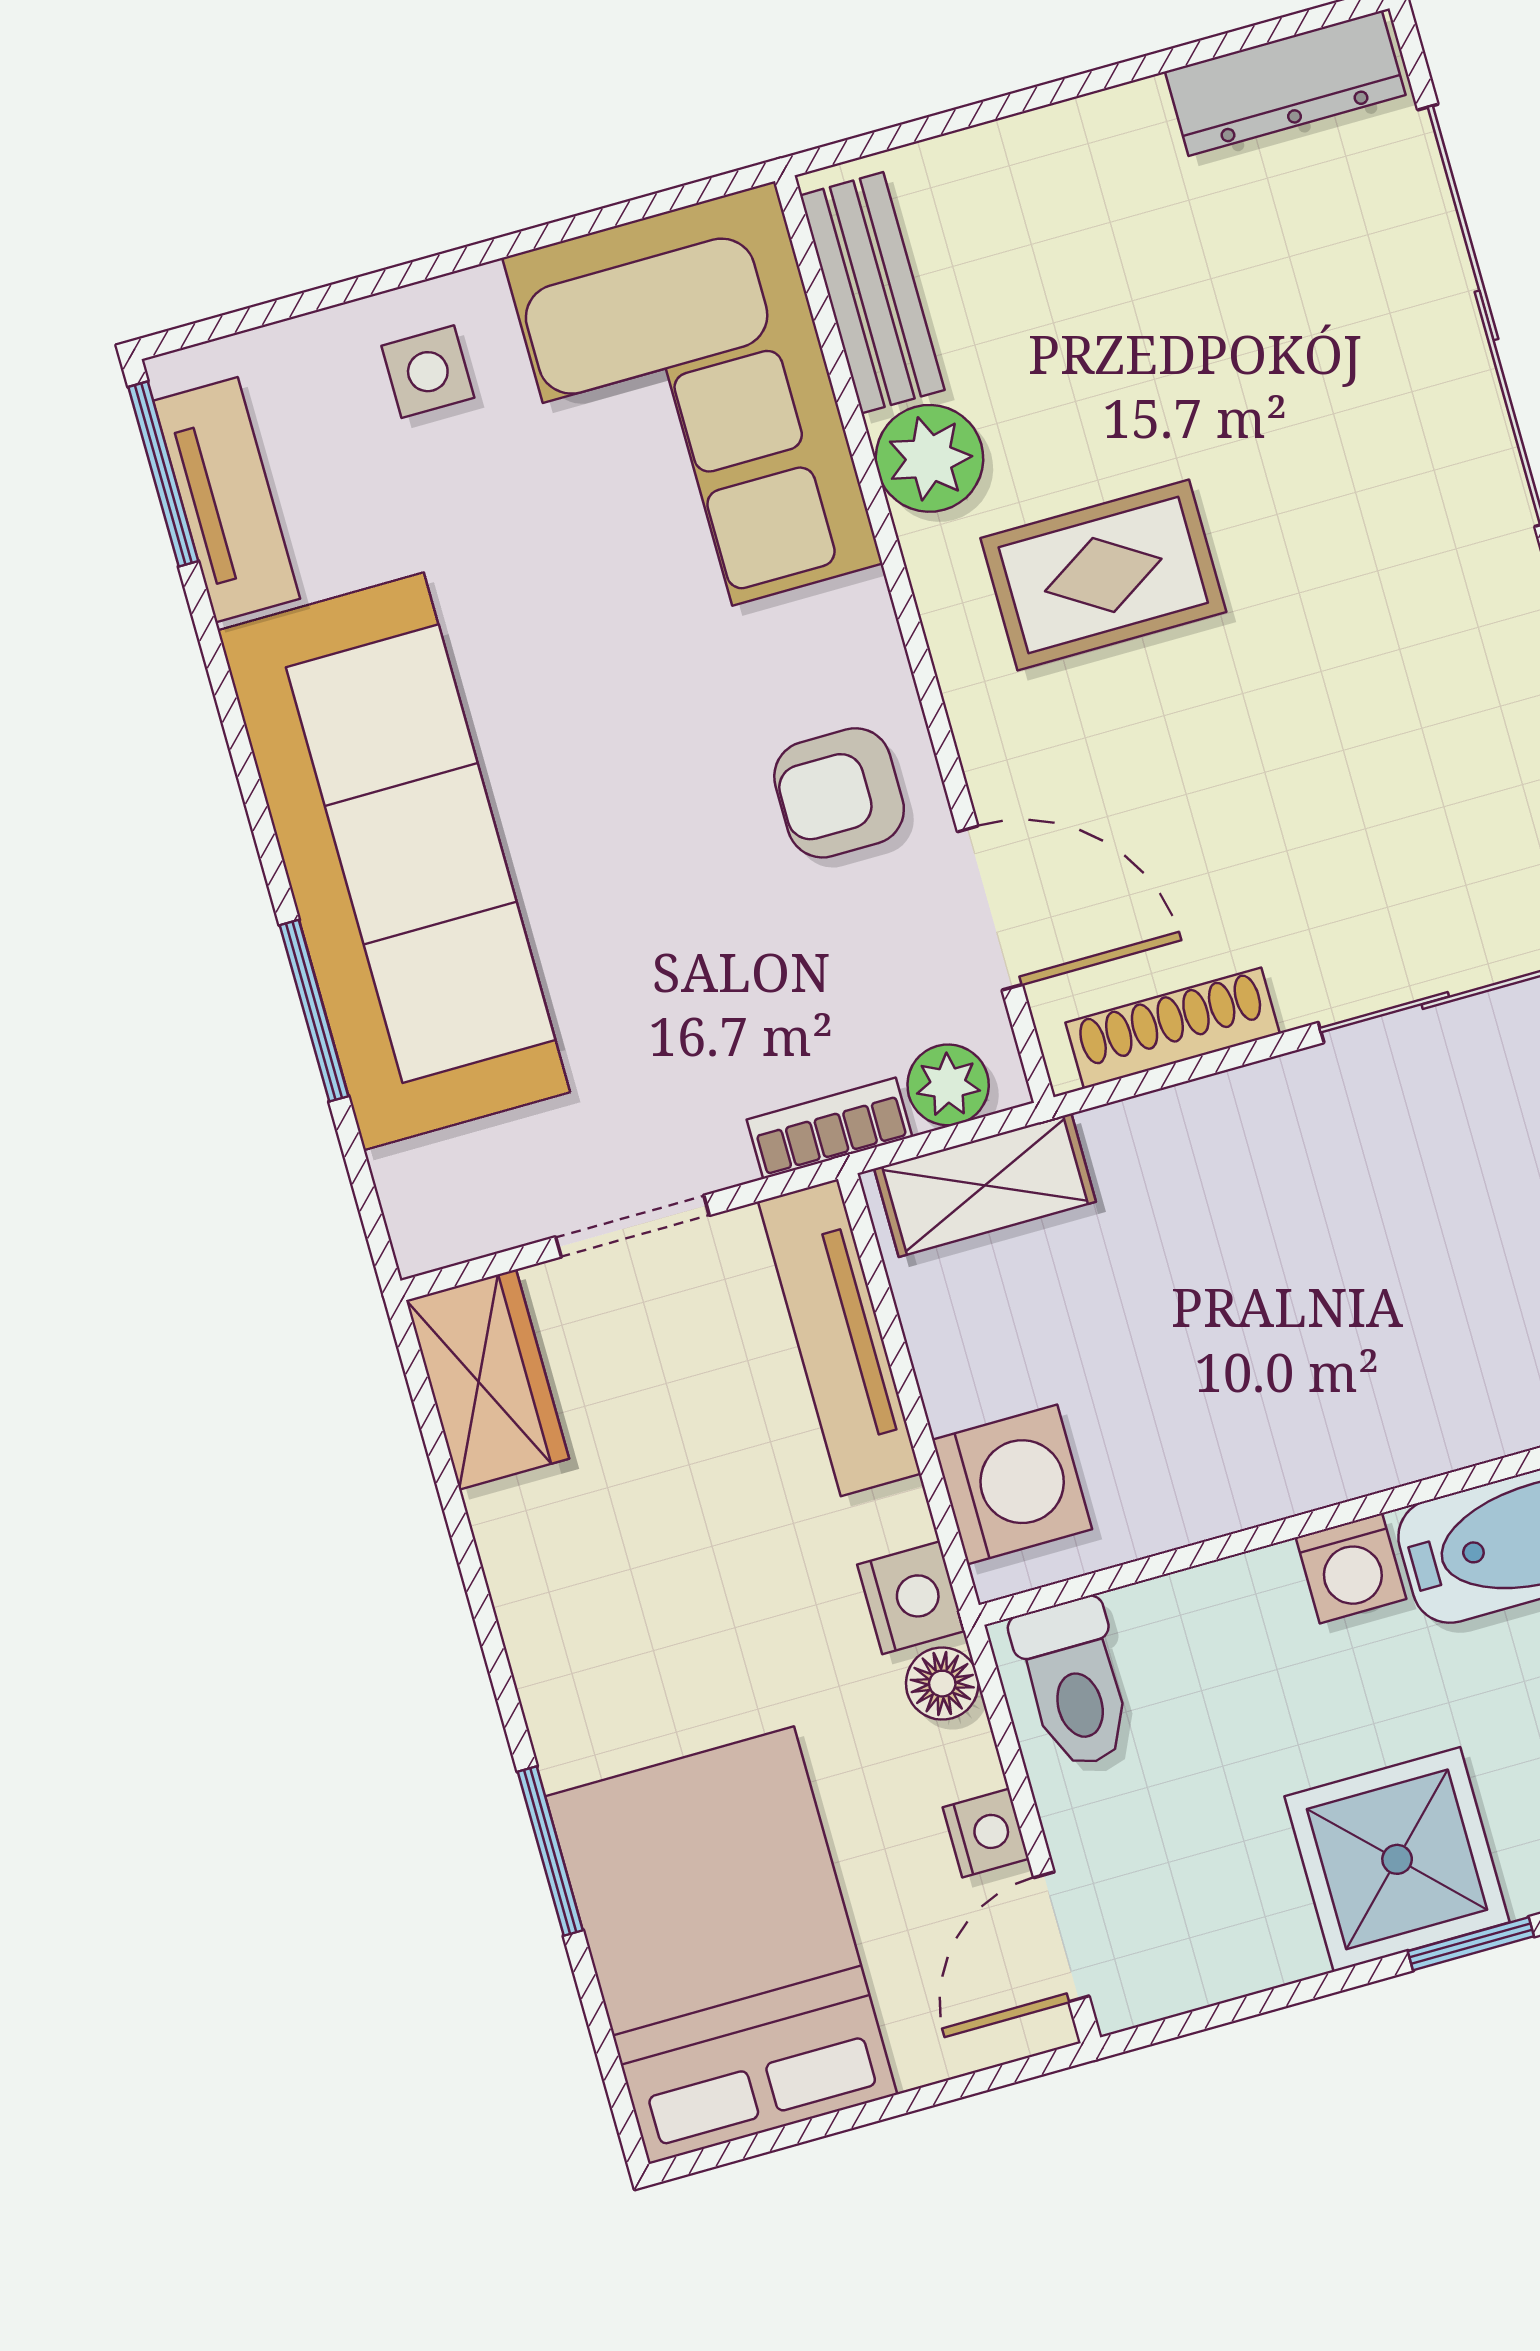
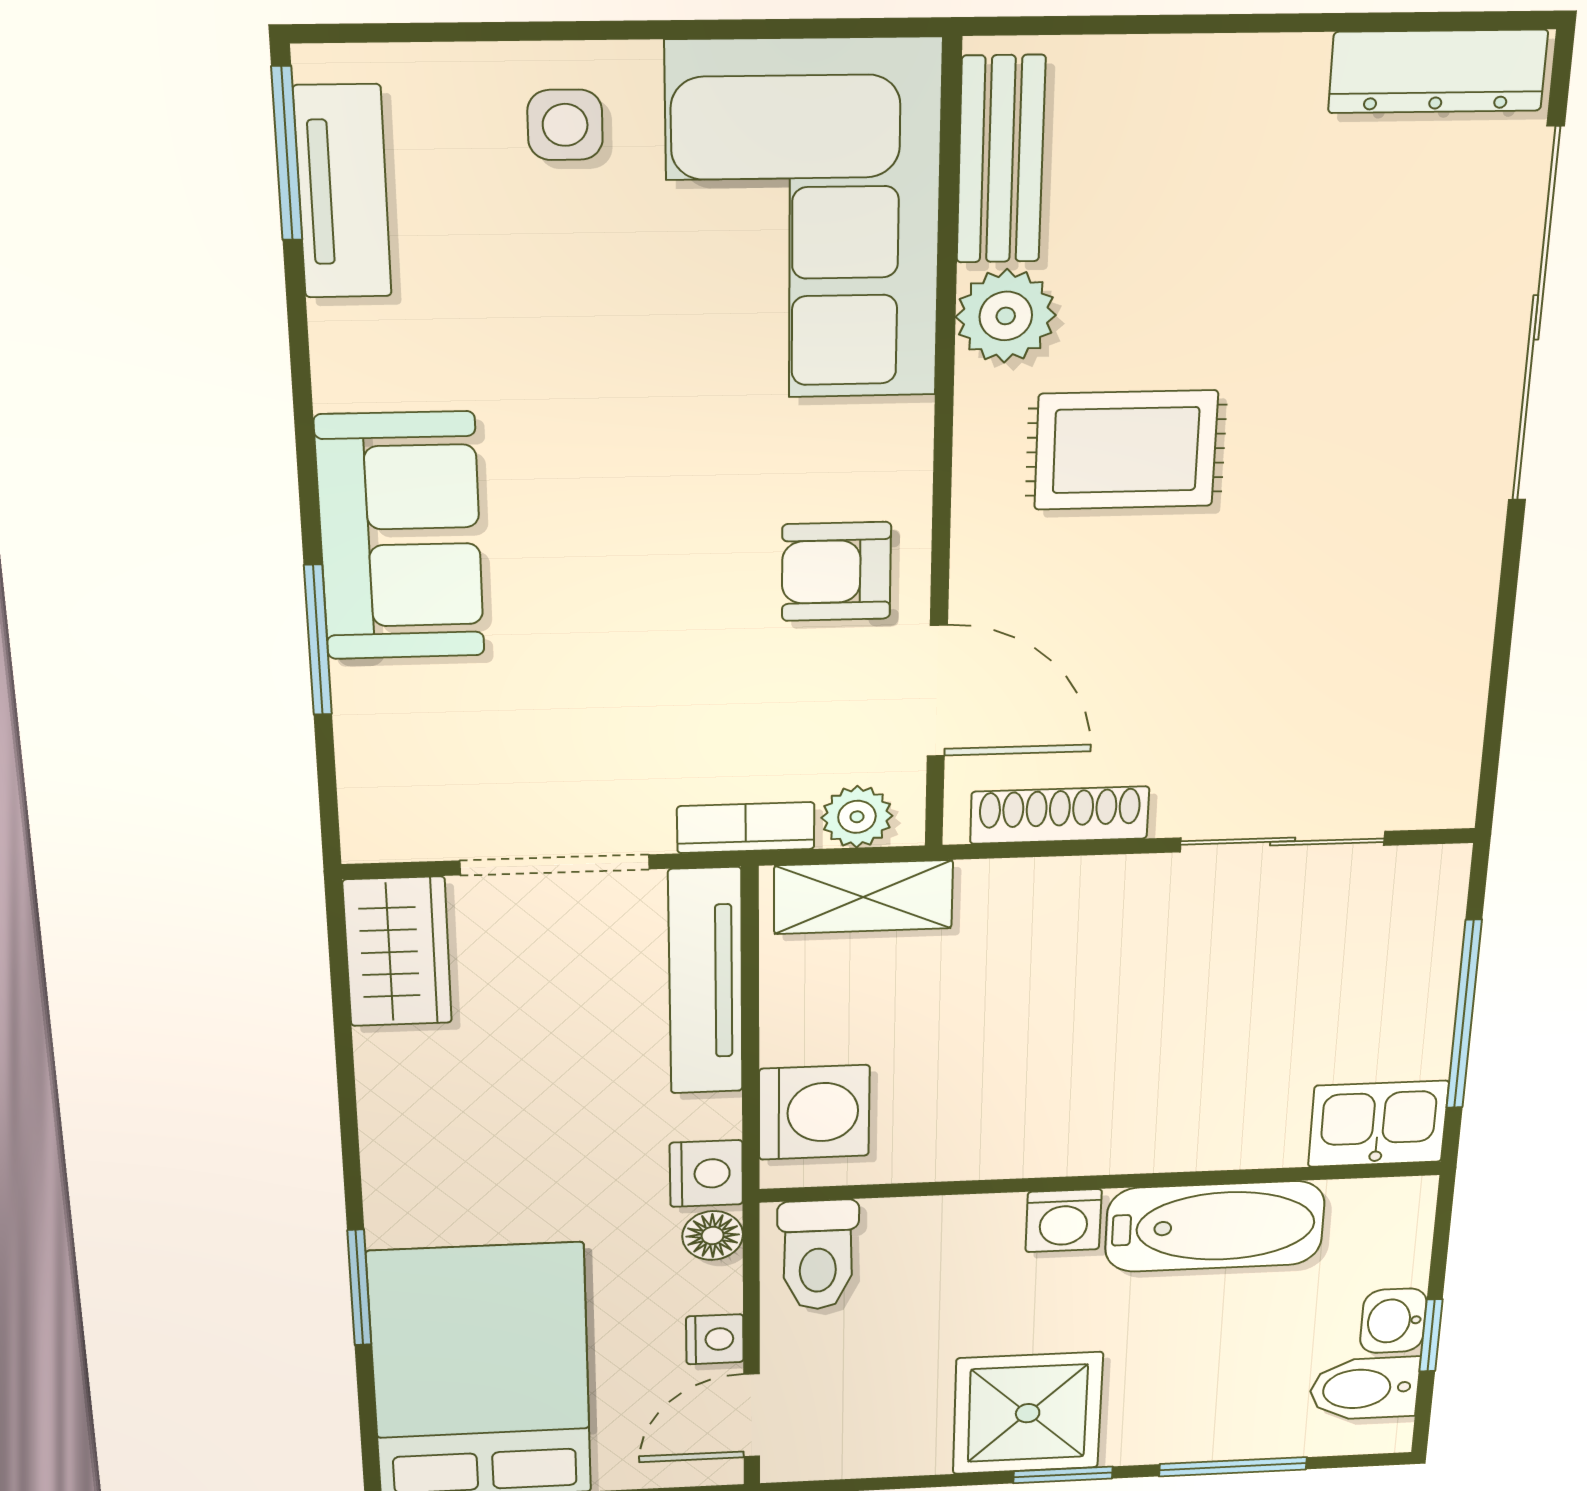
sofa: (394, 861) -> (400, 537), width x0.54, depth x0.79
doorway: (632, 1226) -> (555, 865), width x1.38

